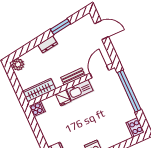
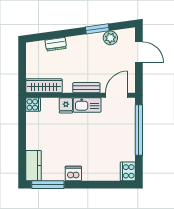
dresser: (48, 44) -> (56, 44), moved
plant: (18, 64) -> (110, 38), moved

